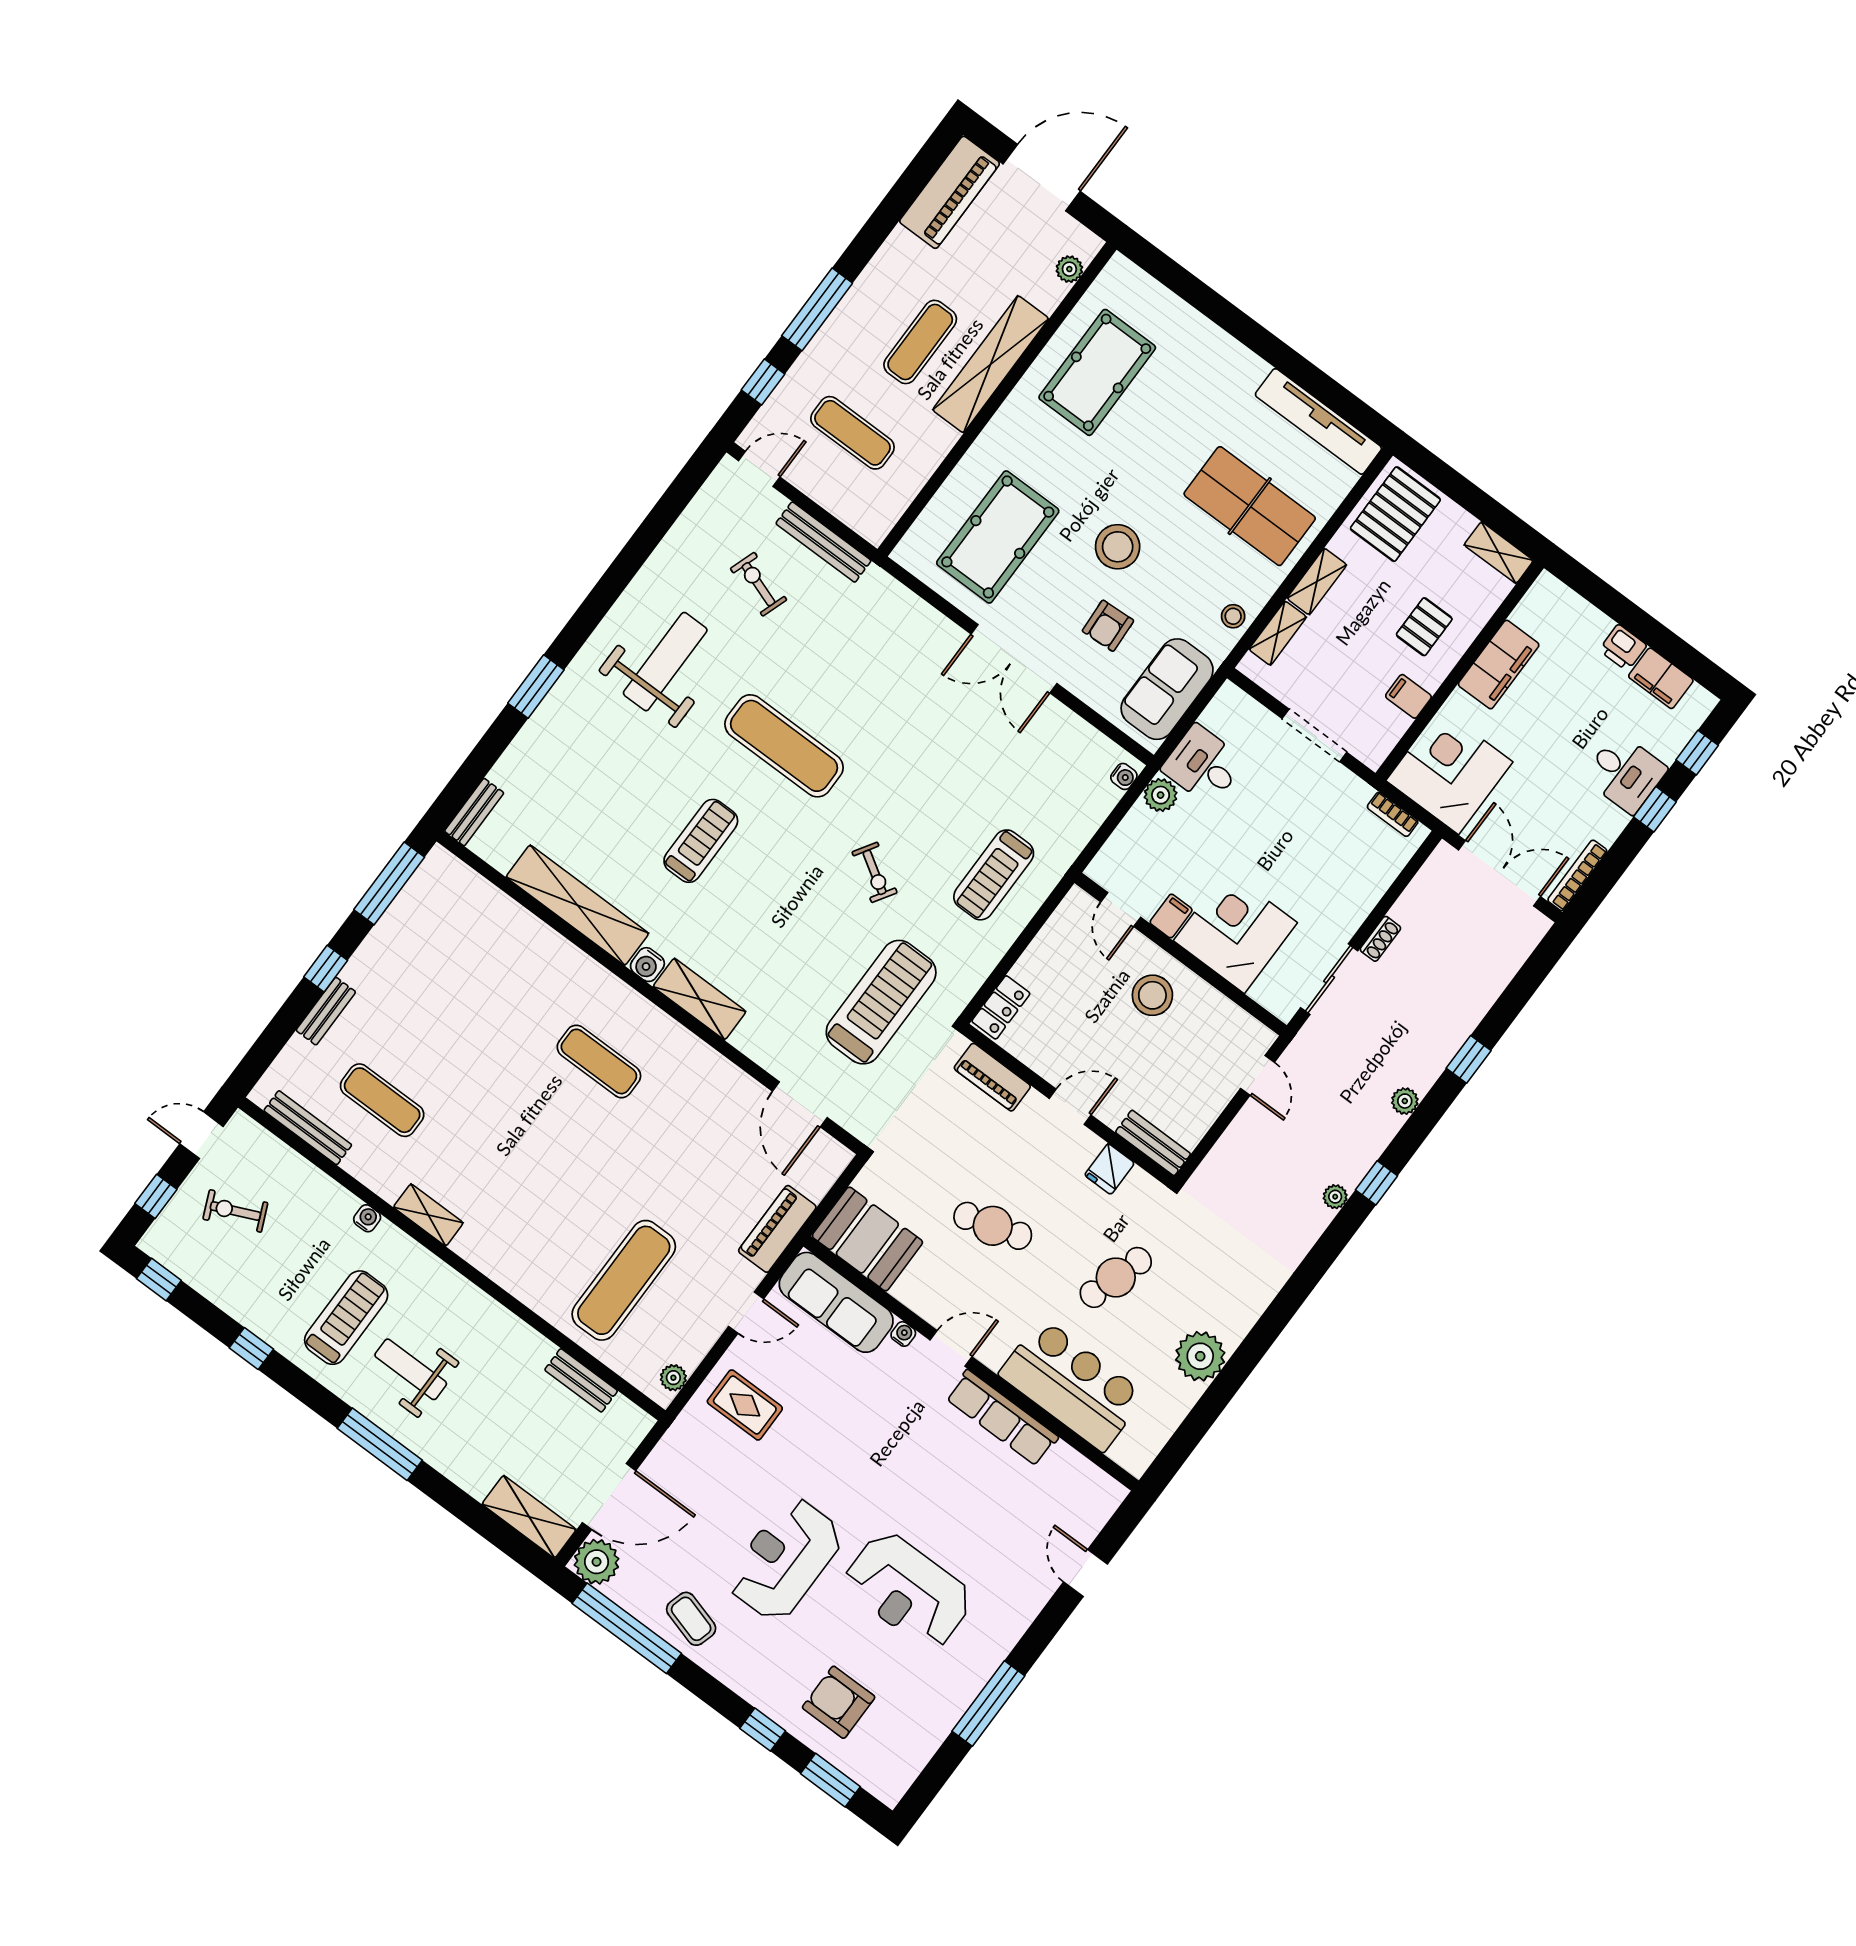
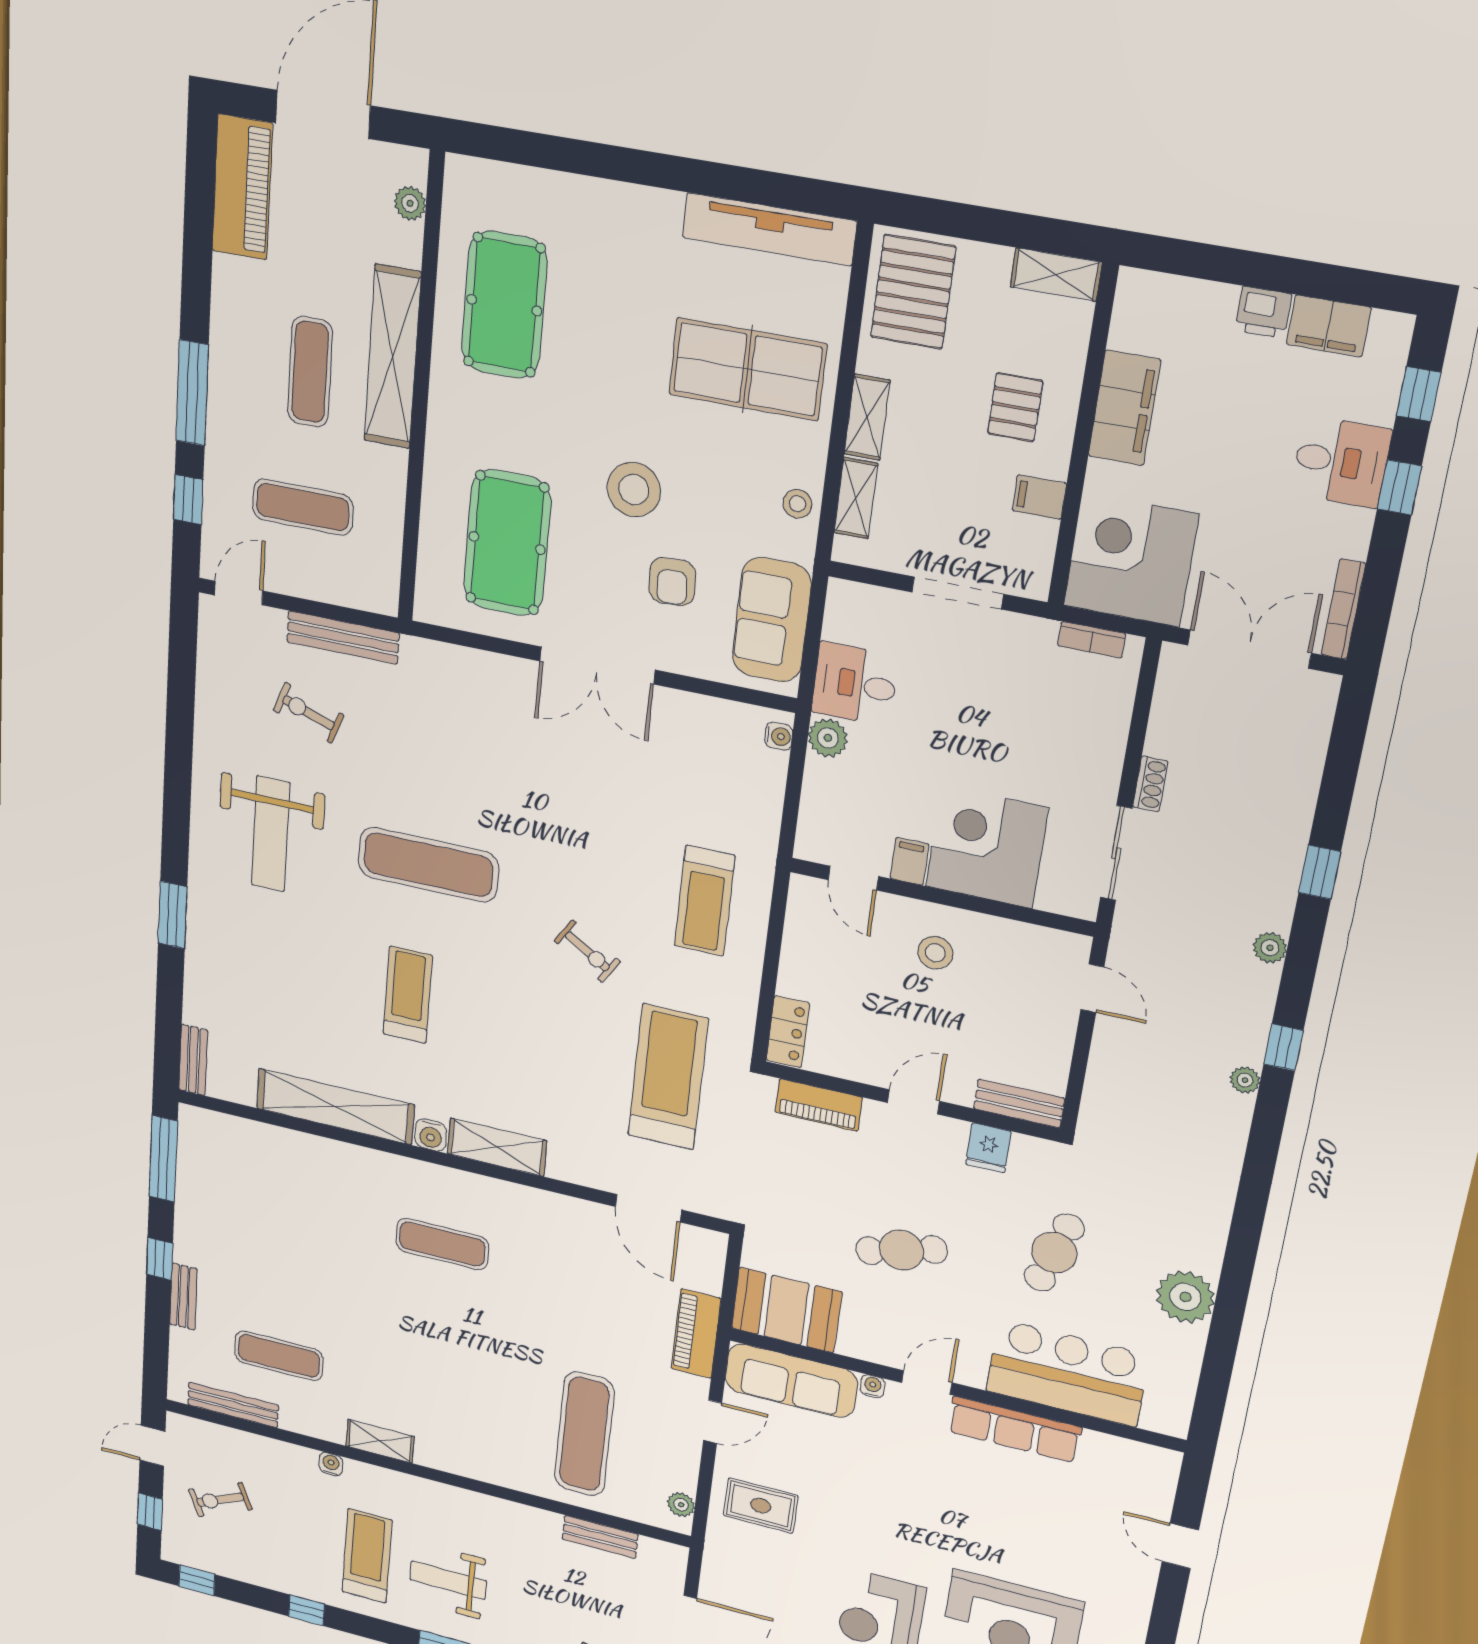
weight bench: (665, 662) -> (271, 834), turned 180
stool: (1152, 995) -> (935, 953), width x0.73, depth x0.73

